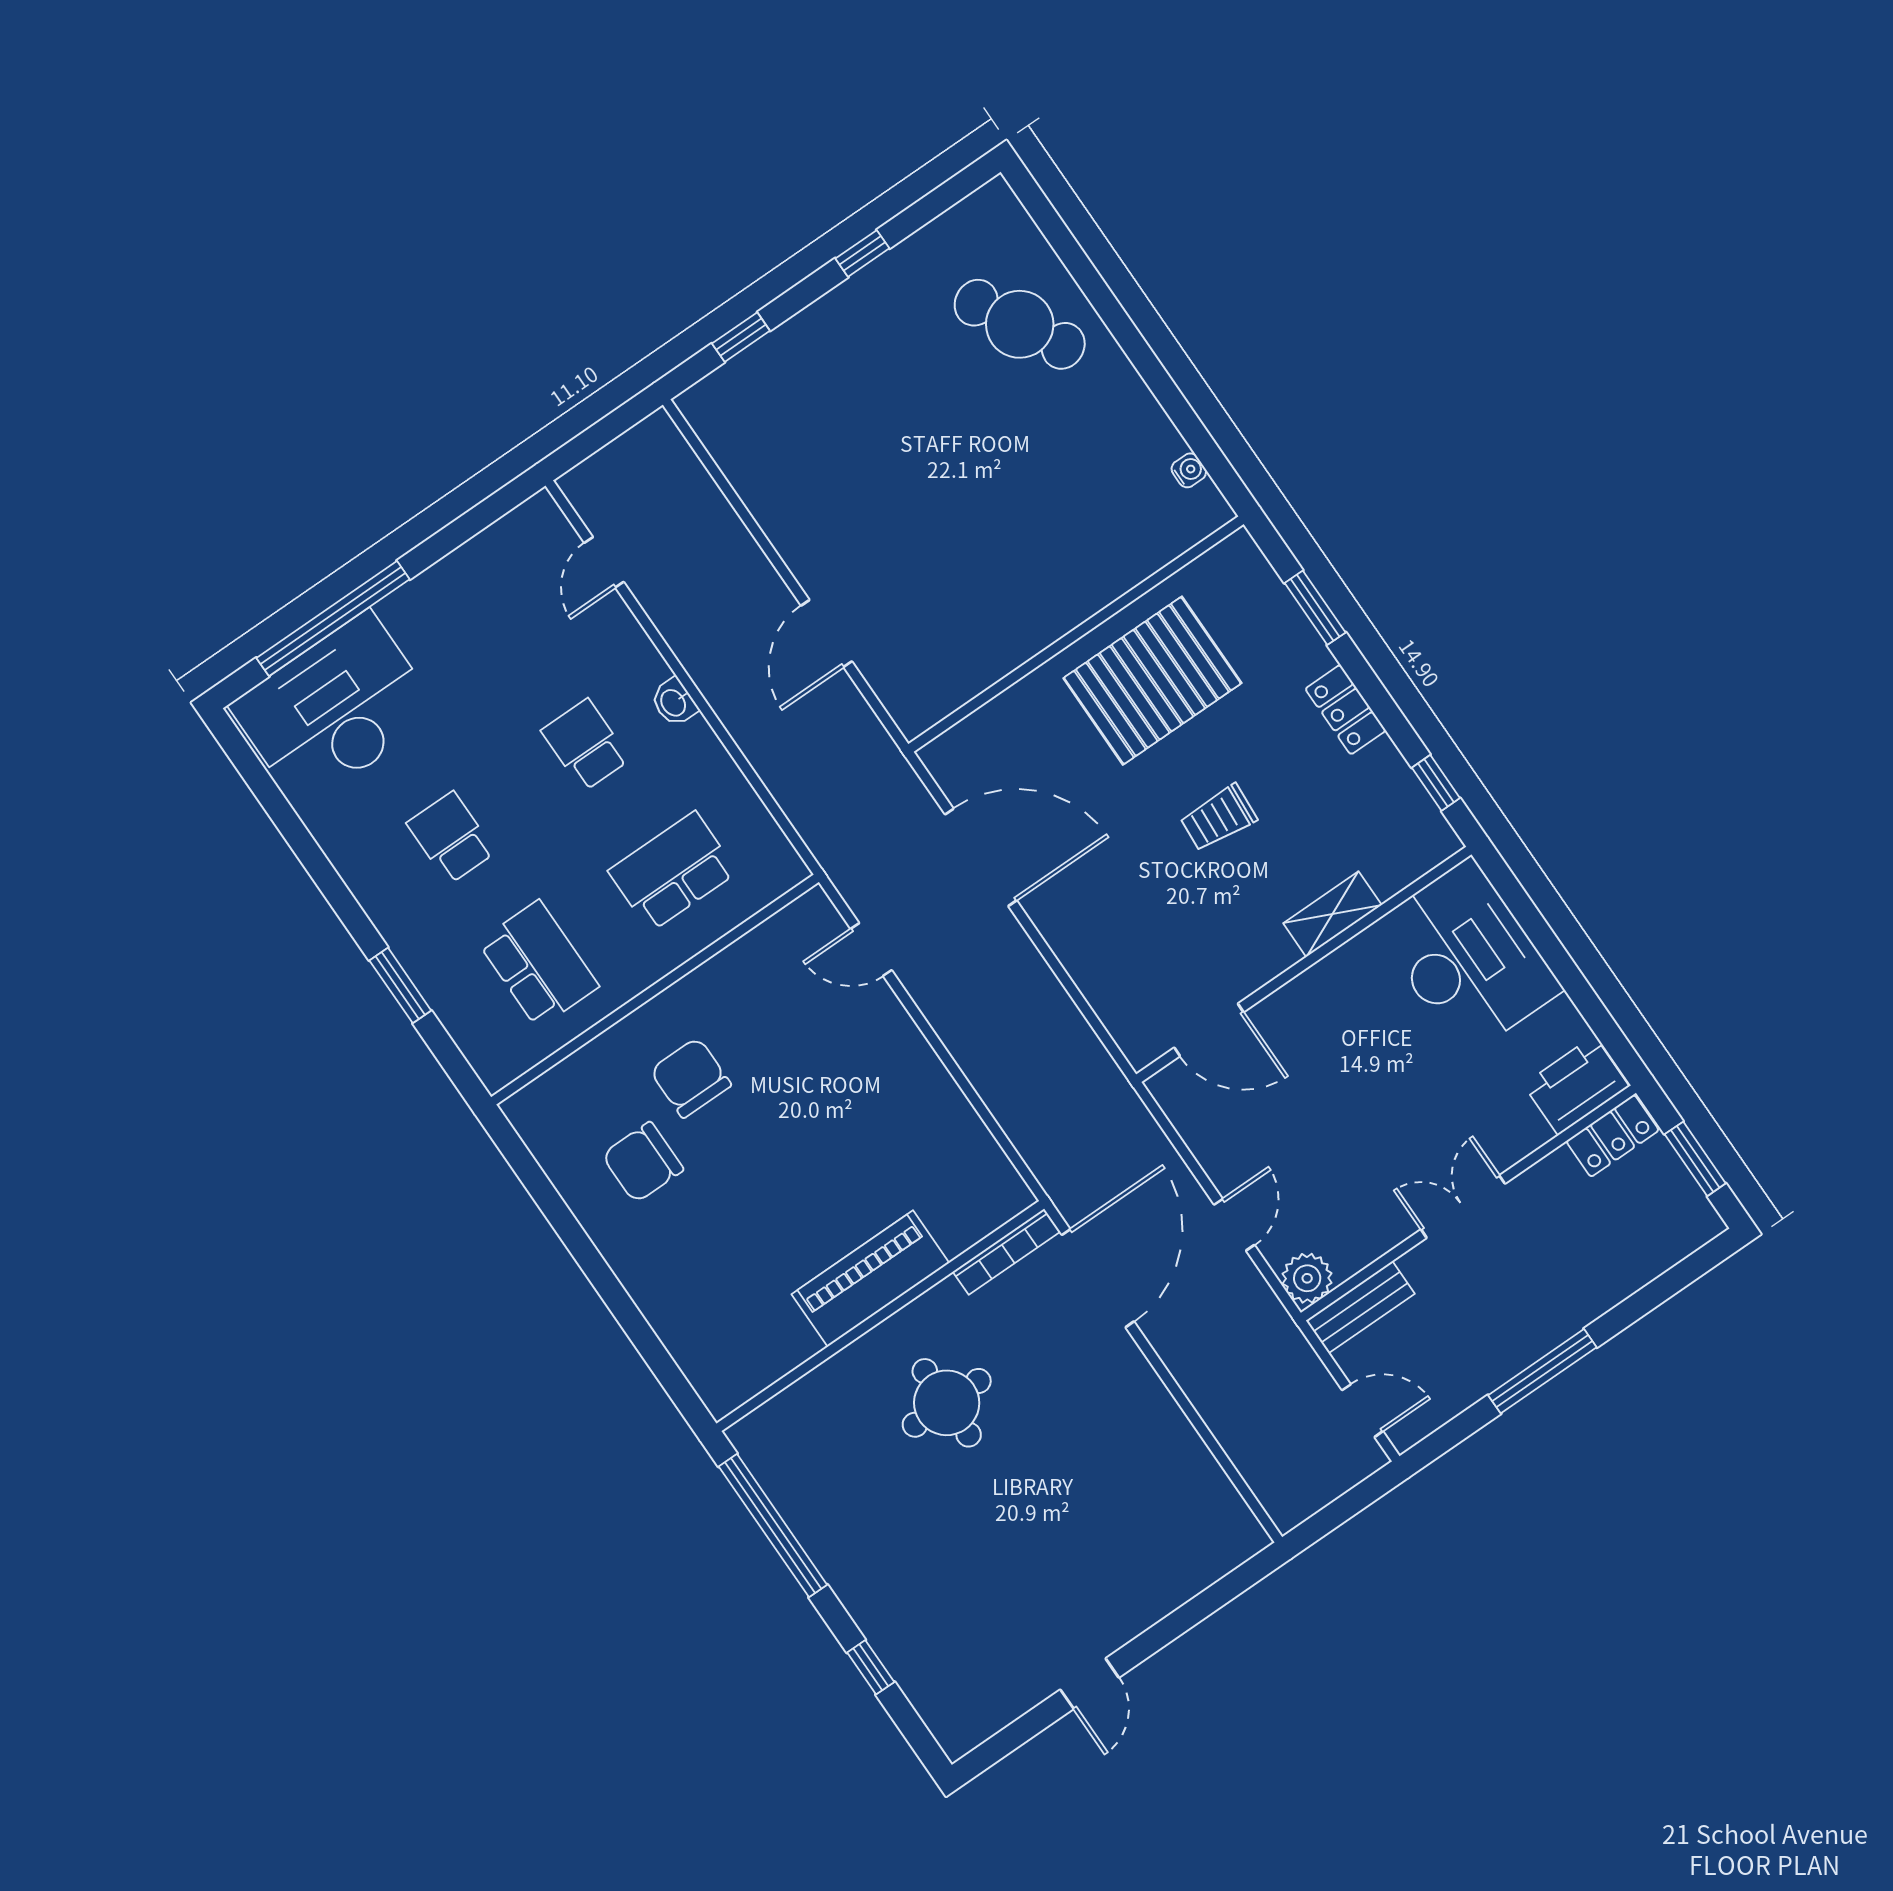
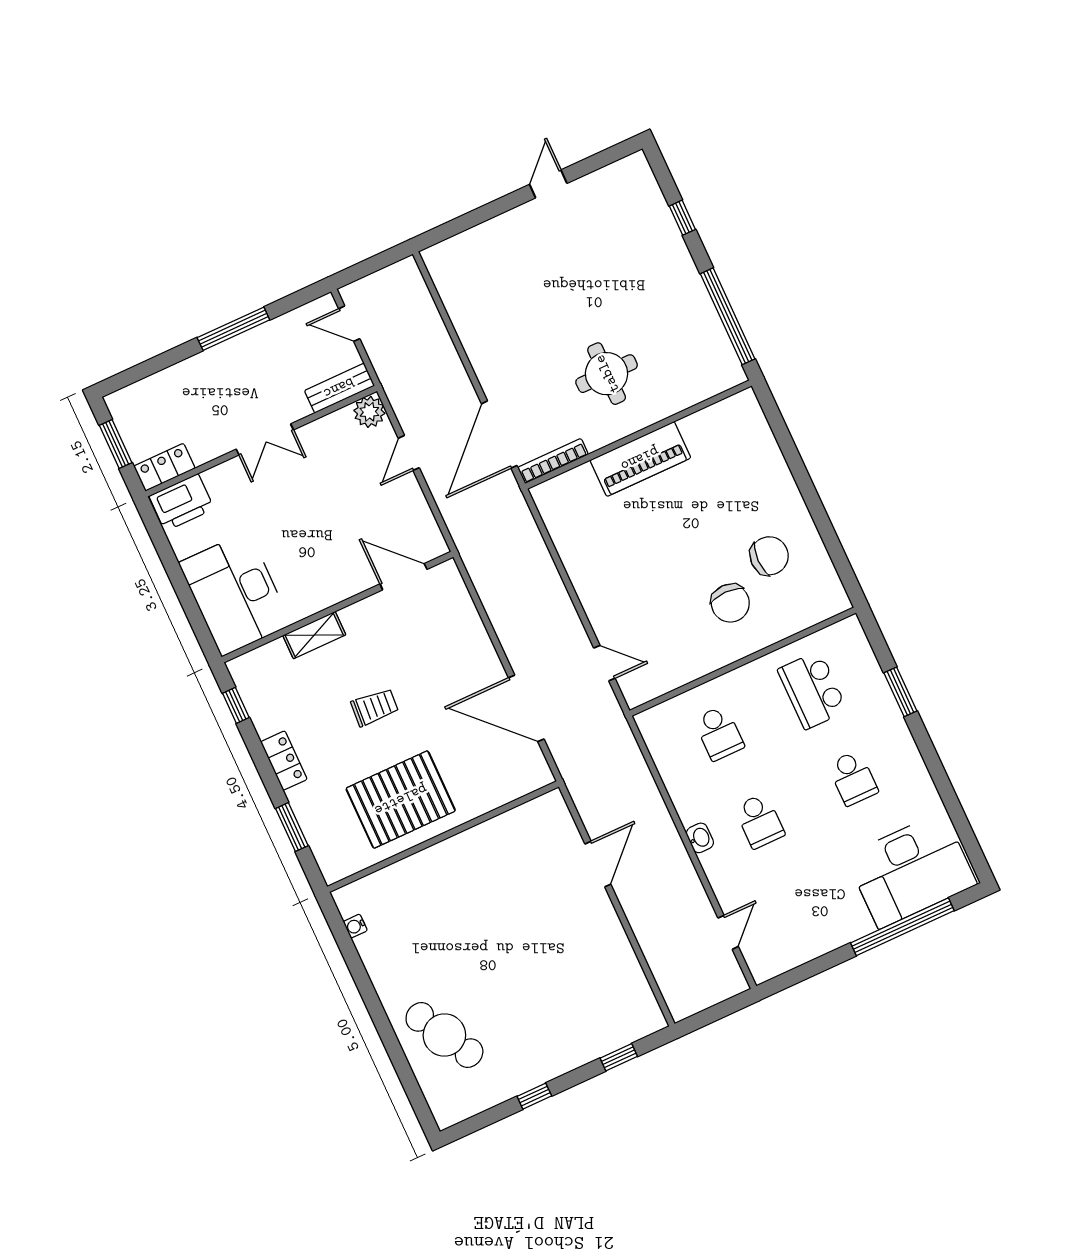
school desk: (673, 872) -> (719, 733), width x0.54

